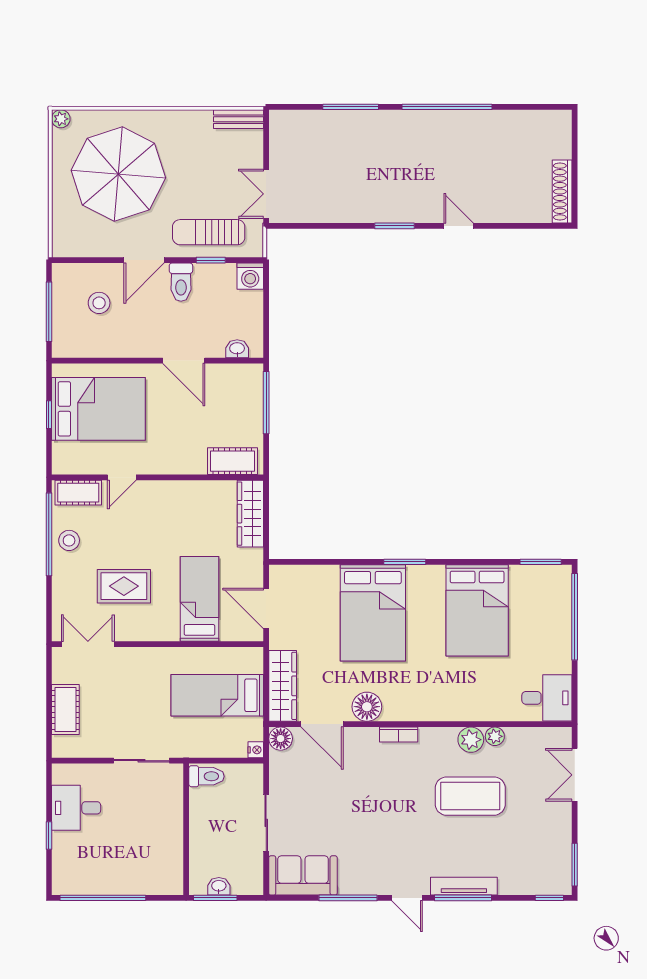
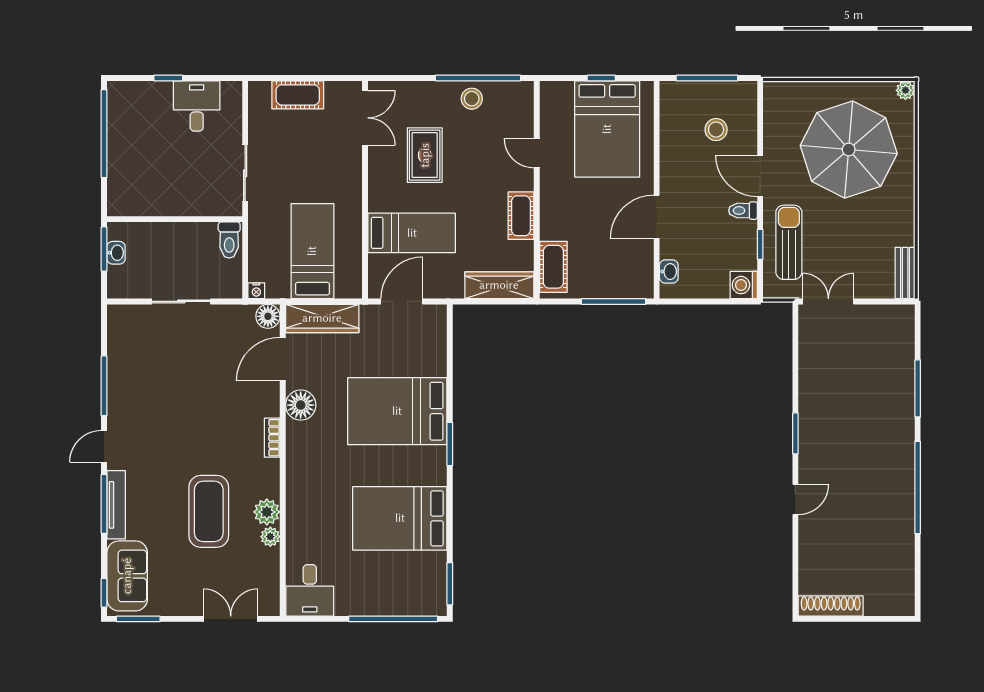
toilet: (181, 282) -> (743, 211), width x0.73, depth x0.72
cot: (78, 493) -> (521, 216), moved
sofa: (303, 875) -> (127, 576), moved

